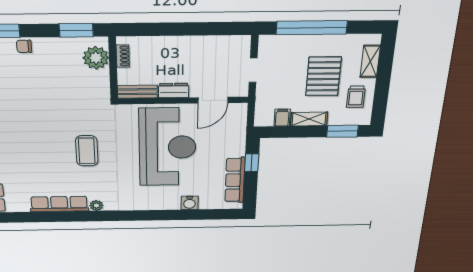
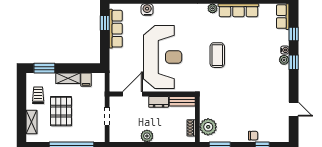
plant: (192, 44) -> (147, 136), added
reception desk: (167, 147) -> (163, 57), turned 180
window: (252, 163) -> (105, 23), moved

